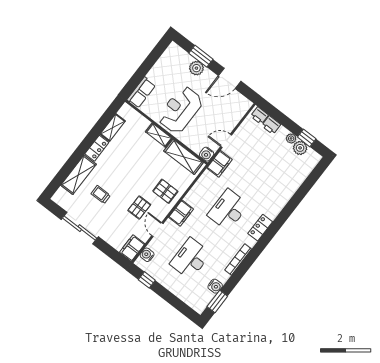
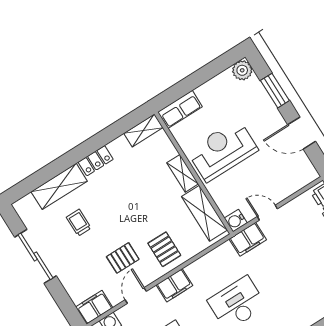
plant: (196, 68) -> (242, 70), moved
shelving: (113, 128) -> (143, 130), moved

